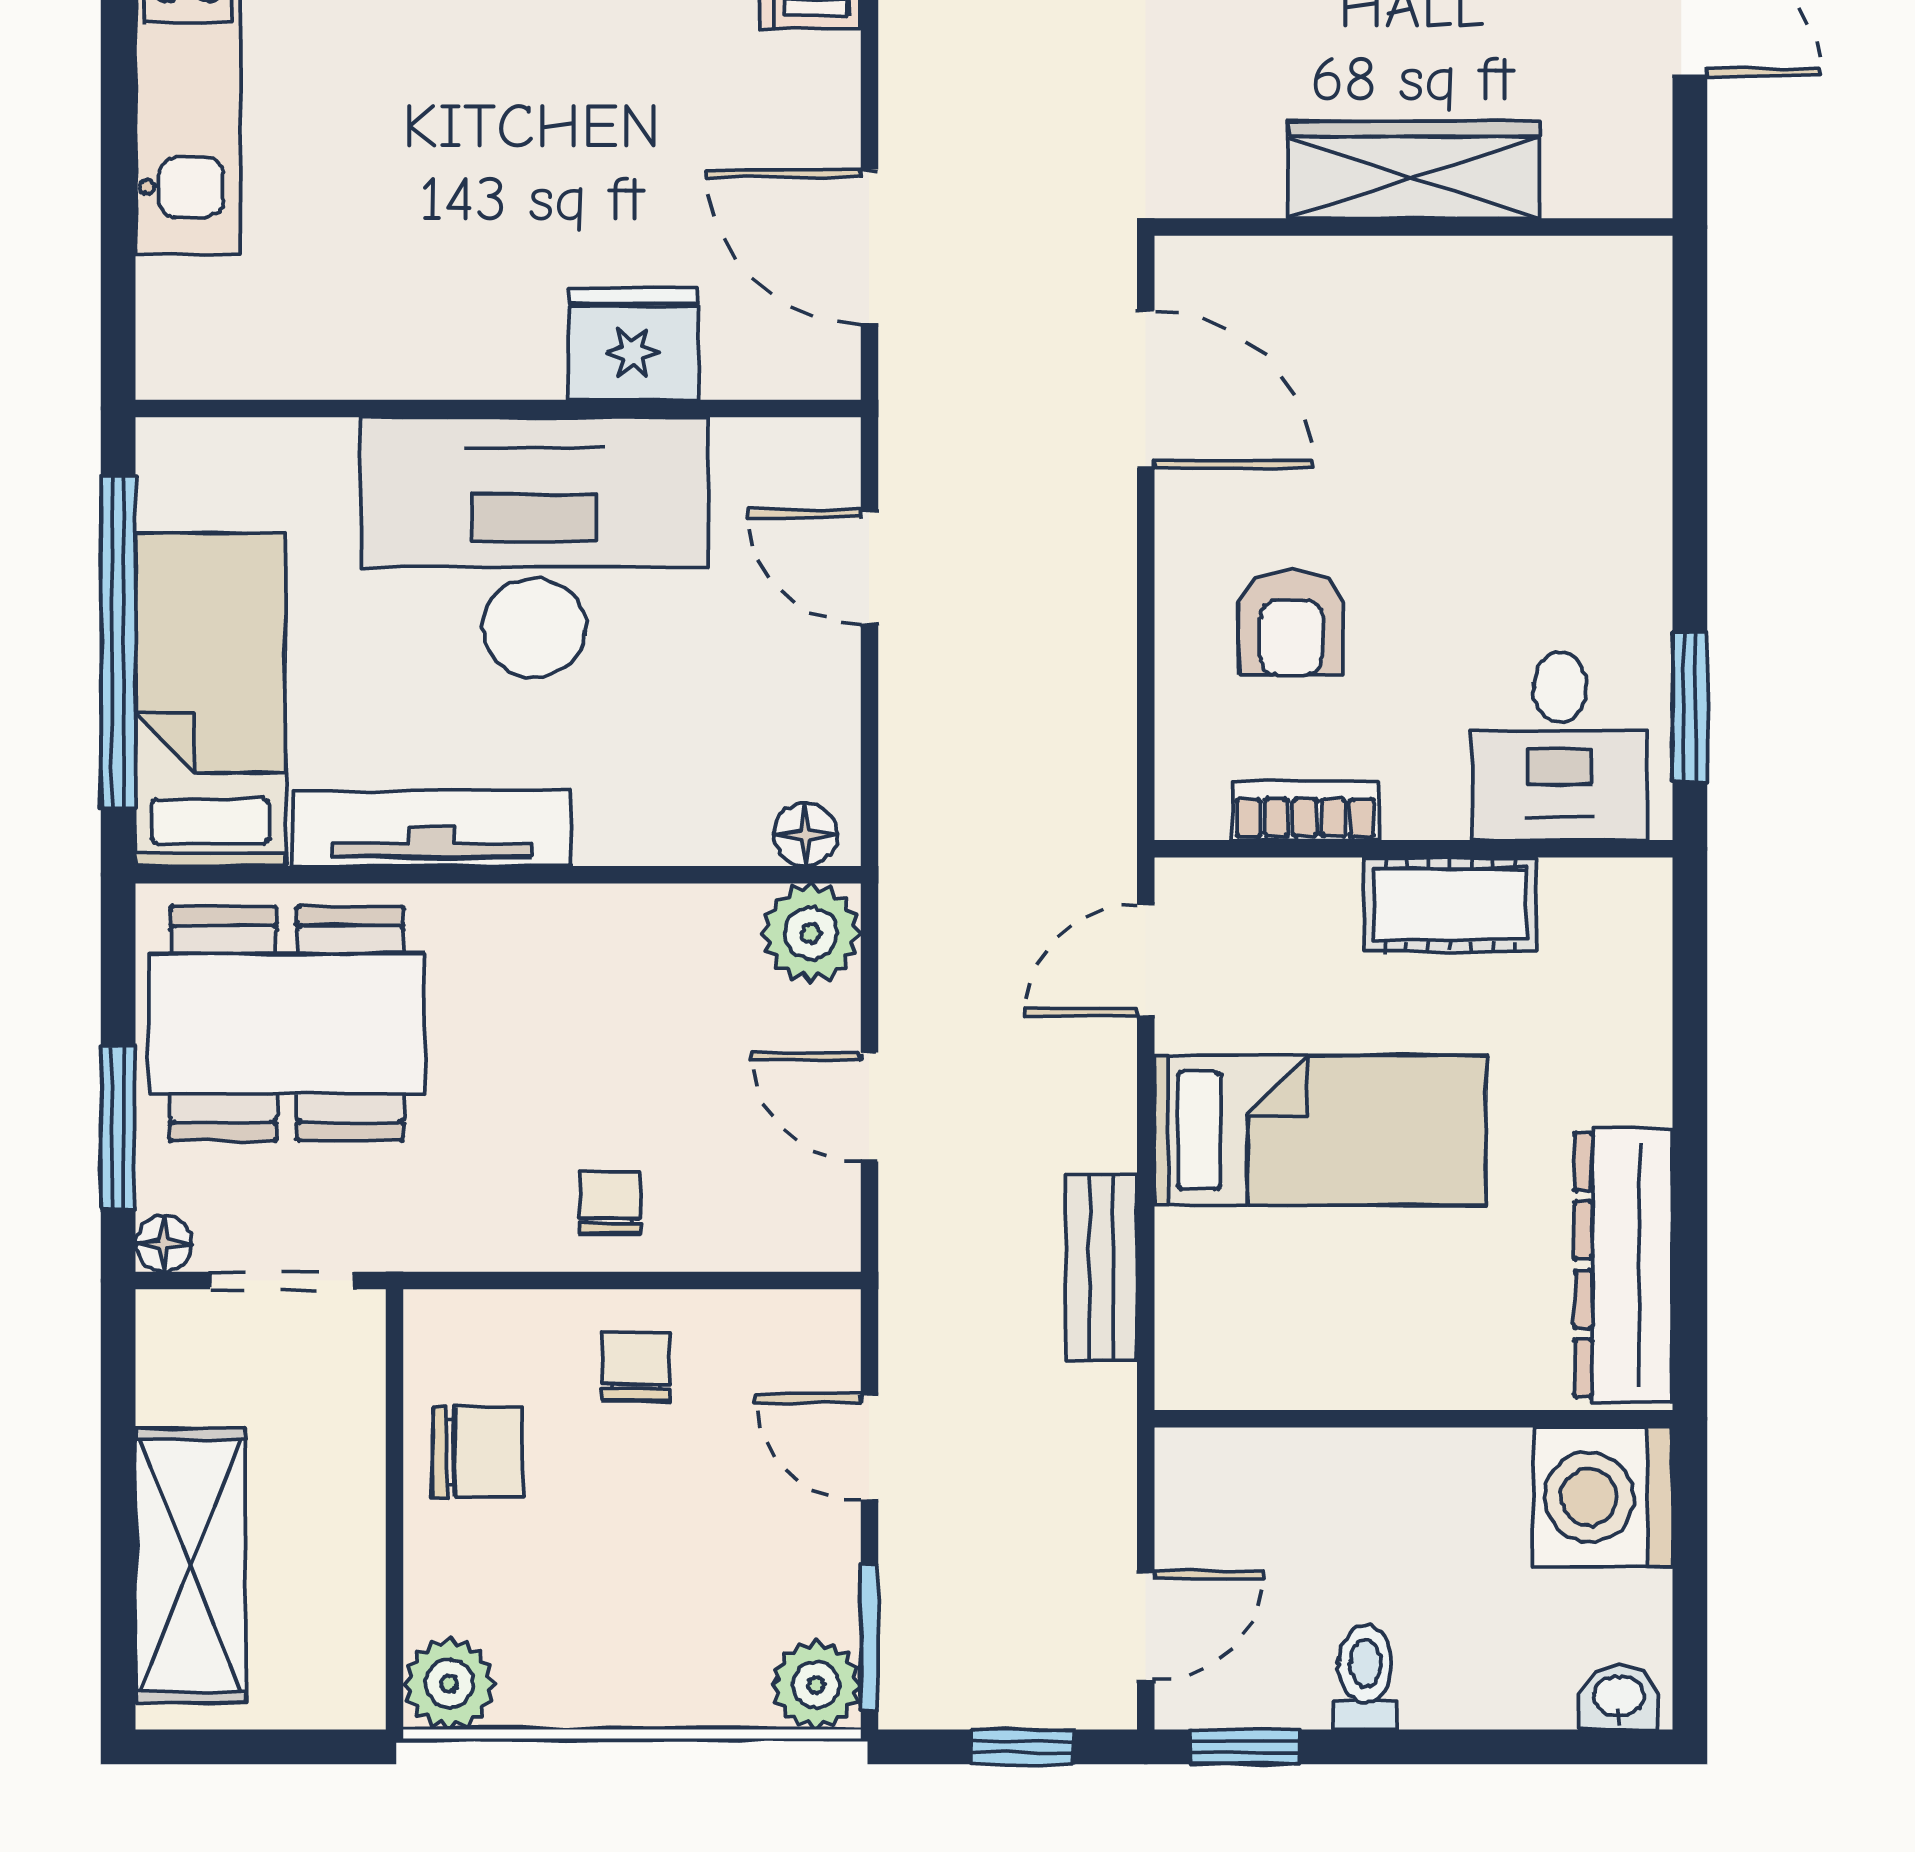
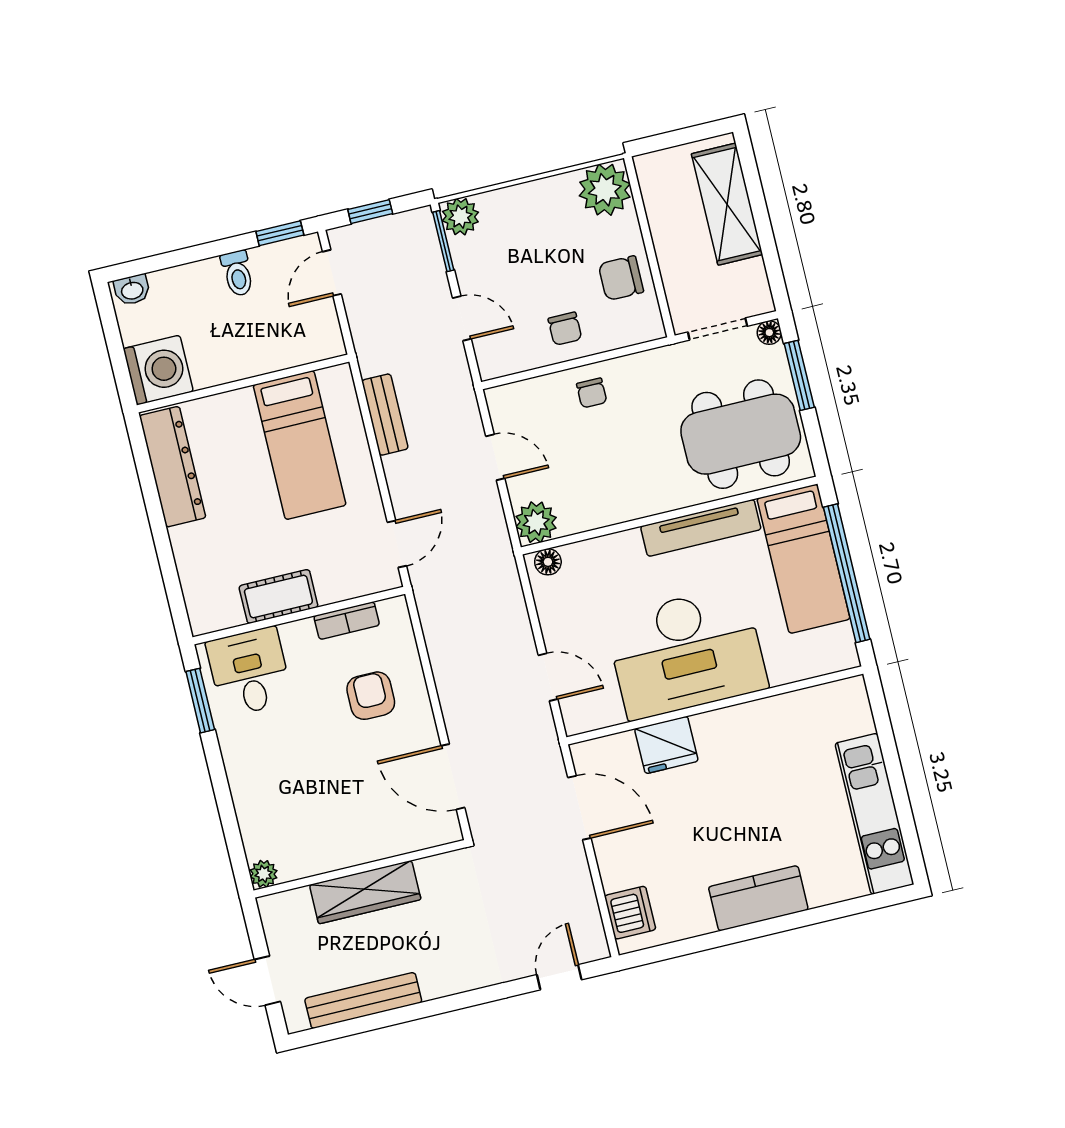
plant: (1639, 269) -> (264, 874), added
bed: (1320, 1130) -> (300, 445), moved, turned -90
plant: (449, 1684) -> (605, 190), width x1.36, depth x1.36

